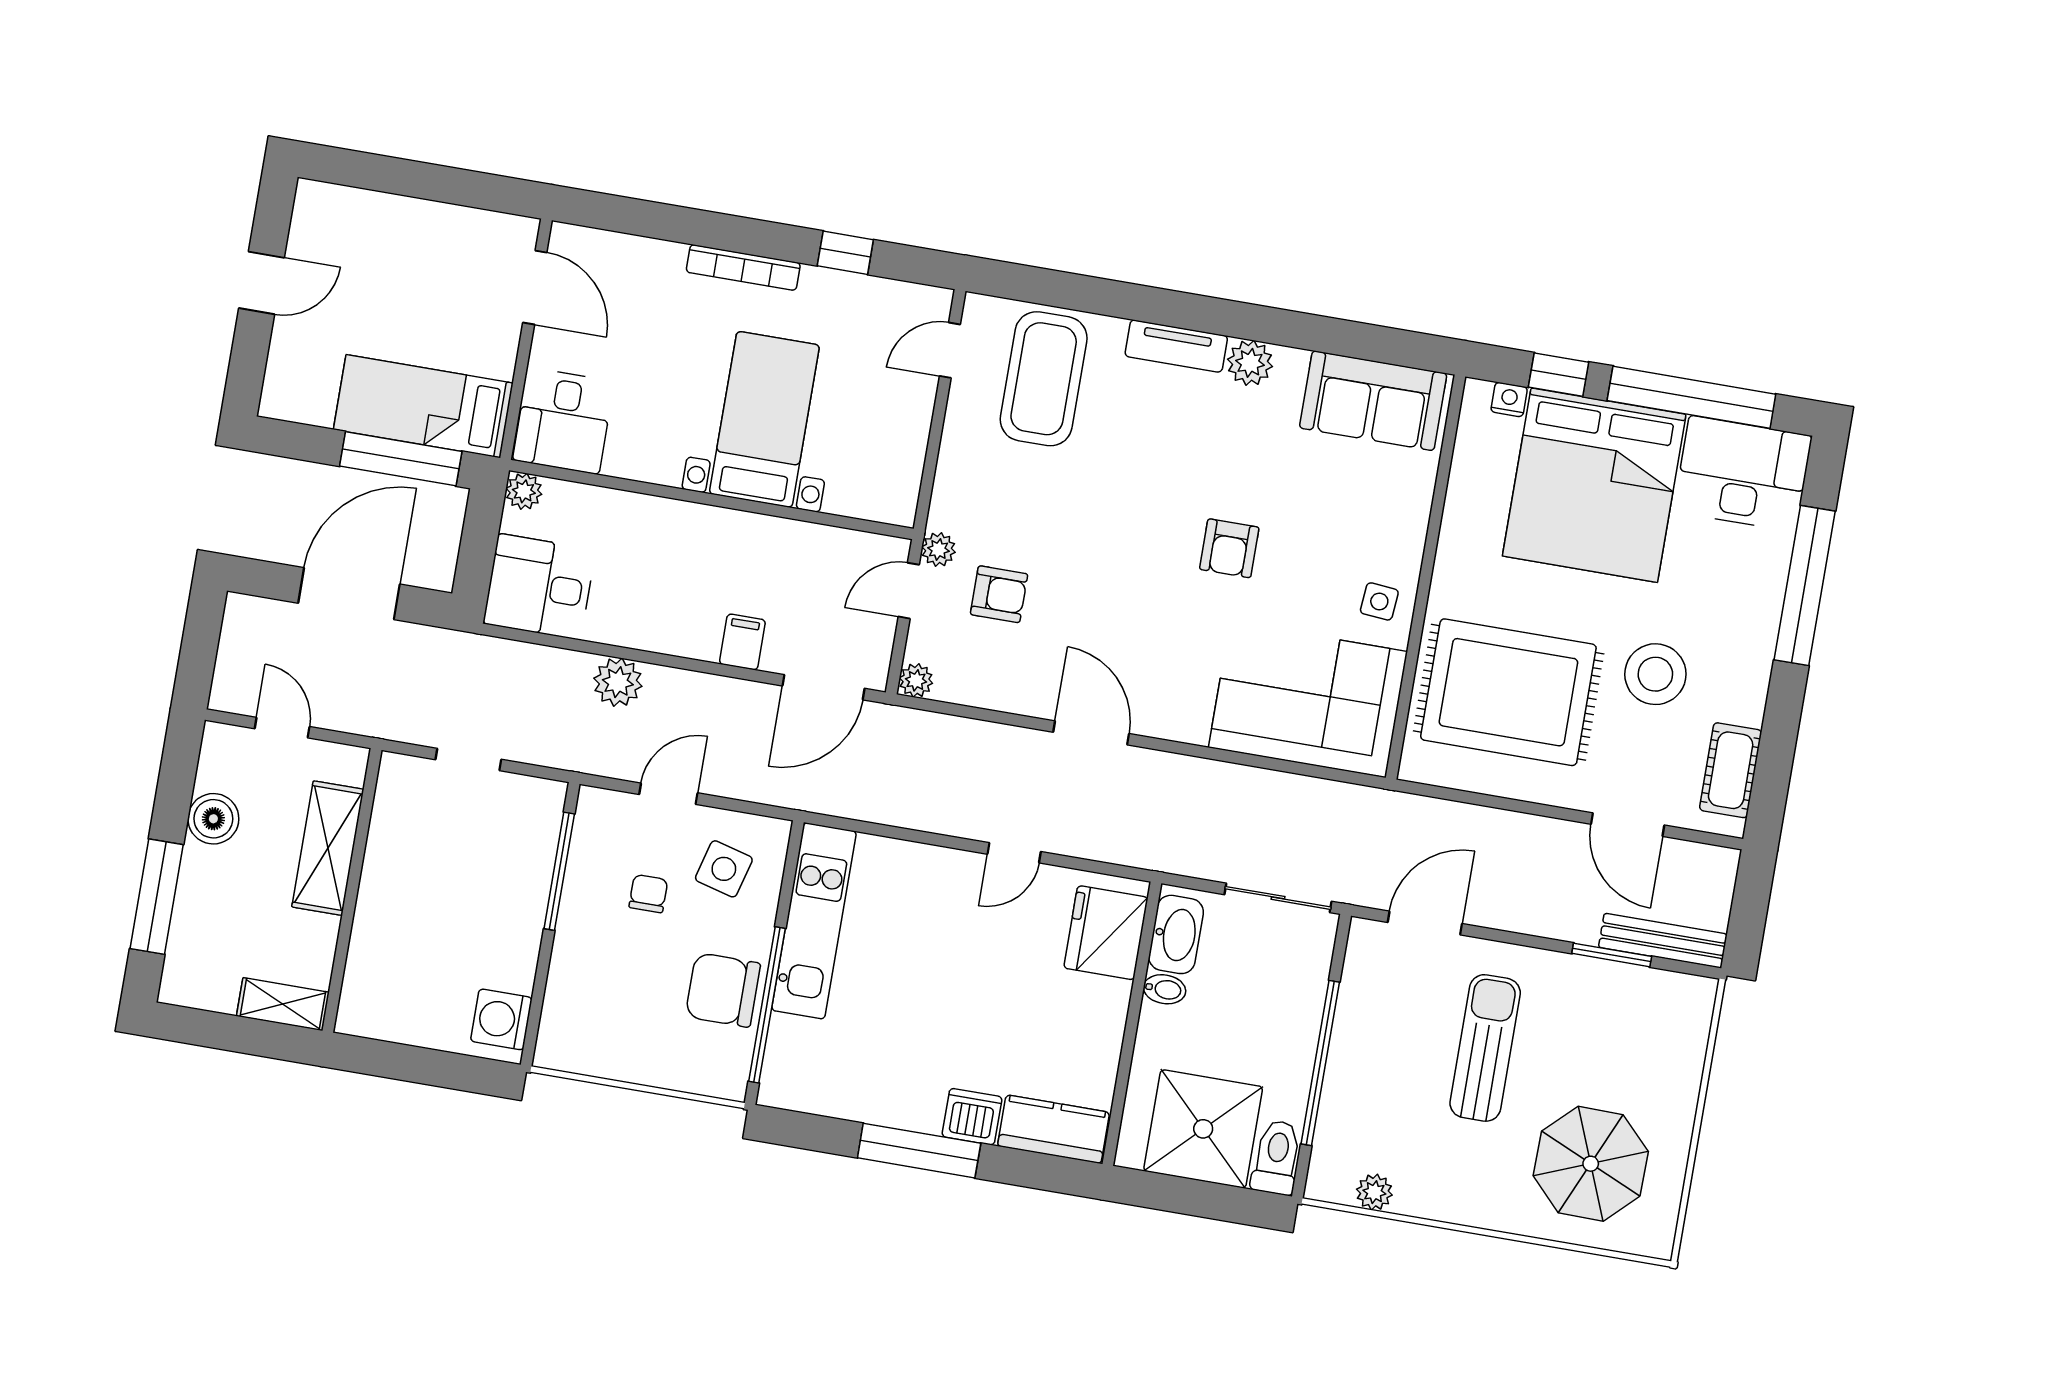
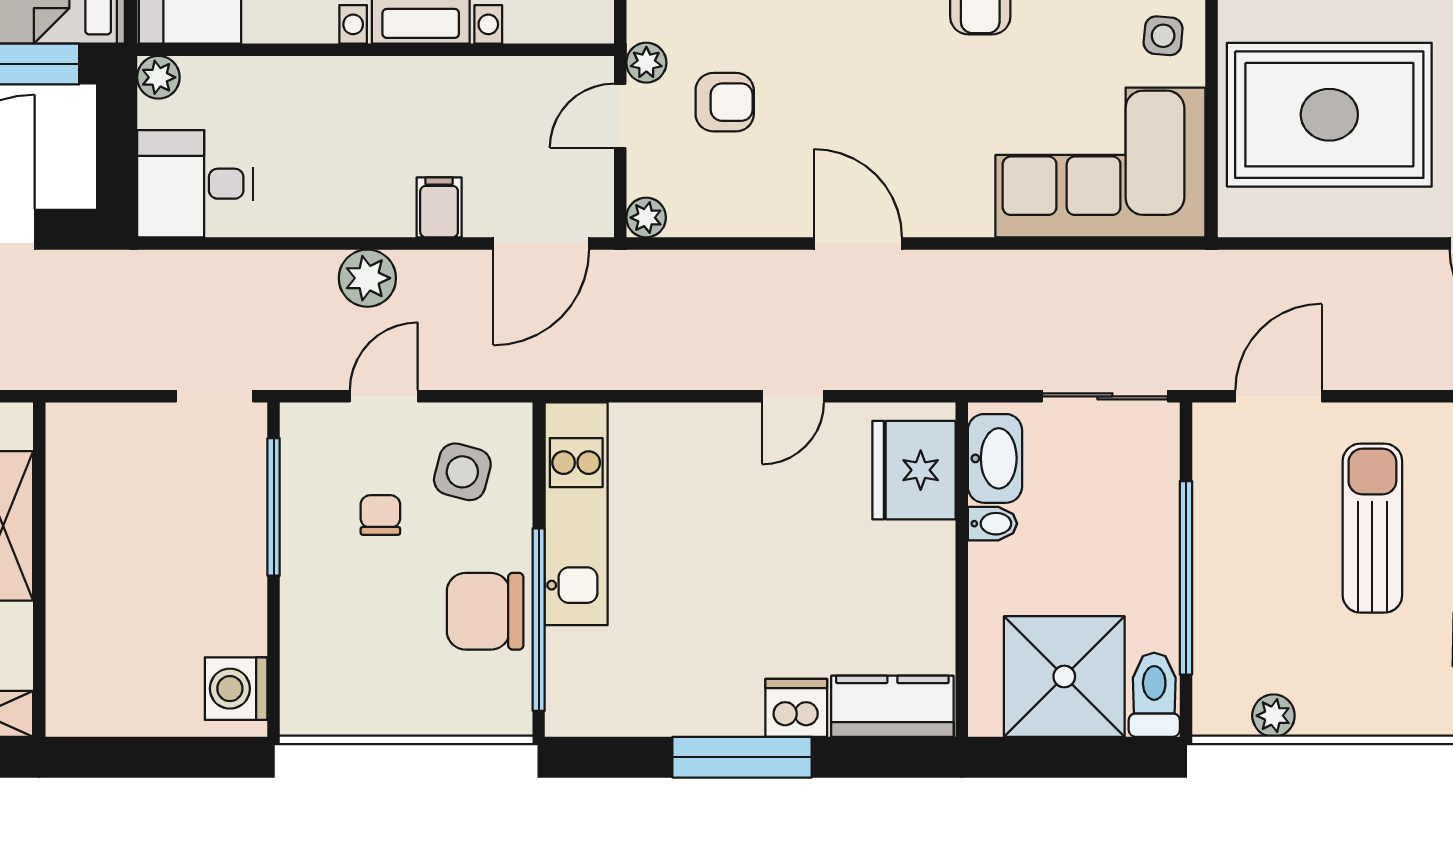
plant: (618, 682) -> (367, 278), moved
doorway: (468, 760) -> (214, 396), moved

